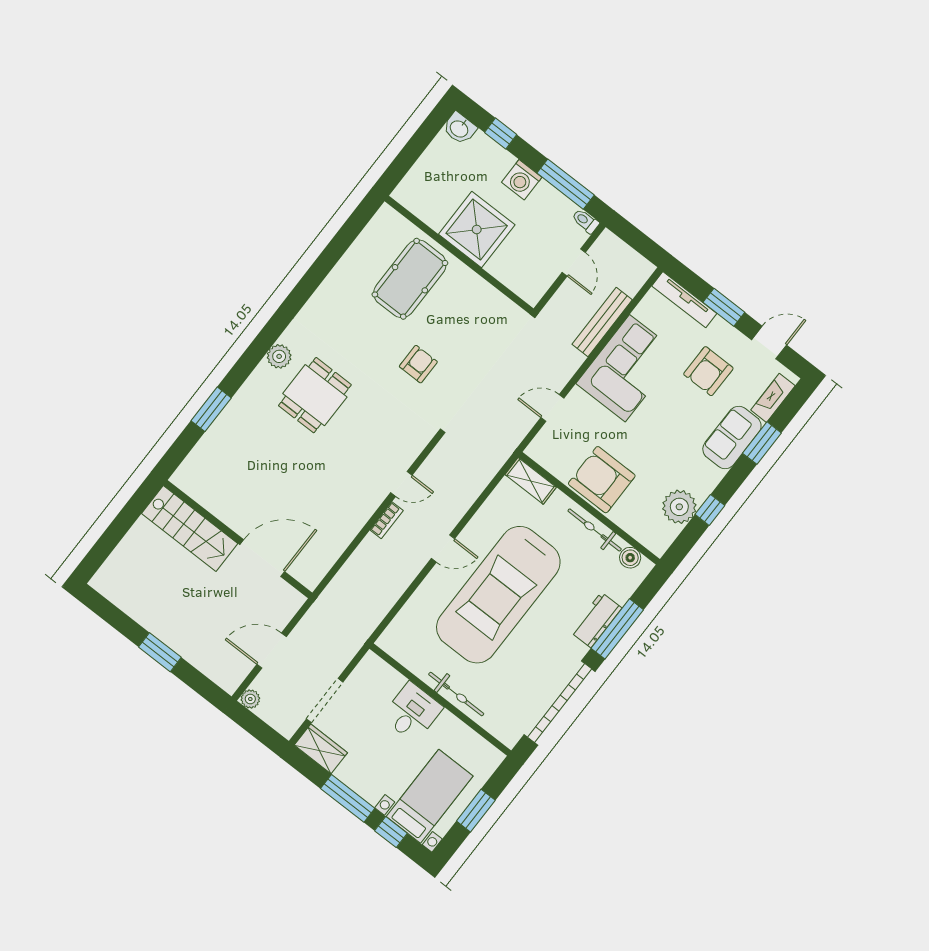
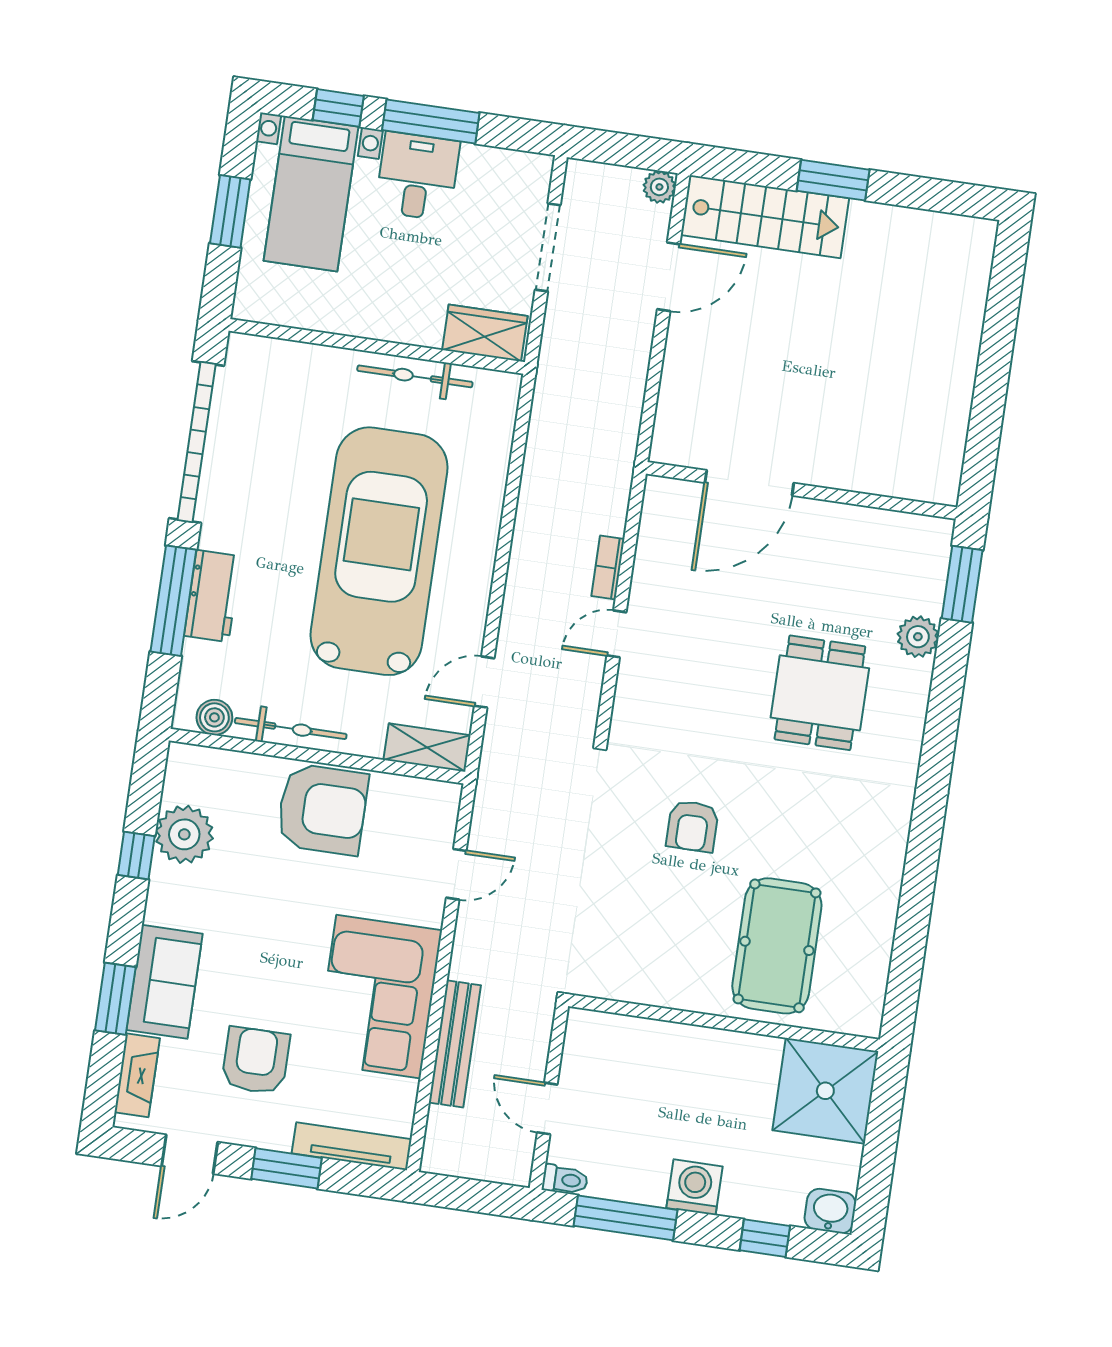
shower: (477, 230) -> (825, 1091), moved
plant: (279, 356) -> (918, 637), moved
stairs: (190, 529) -> (765, 217), moved, turned 180
wall: (238, 539) -> (802, 490), moved
door: (443, 548) -> (484, 682), moved
door: (262, 558) -> (749, 483), moved
bicycle: (456, 694) -> (415, 376), moved
desk: (412, 712) -> (417, 176), moved, turned 180
wardrobe: (321, 749) -> (485, 333), moved, turned 180

